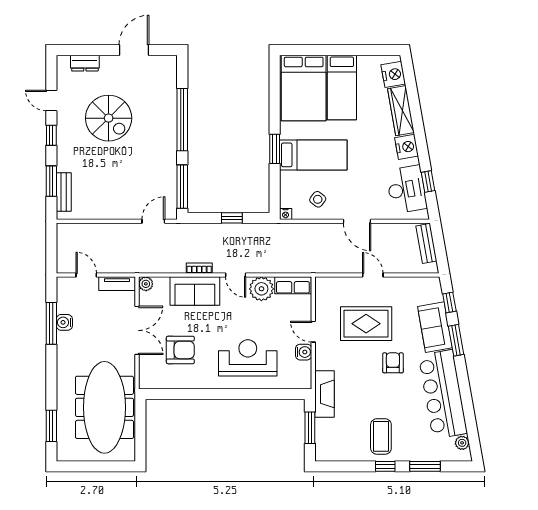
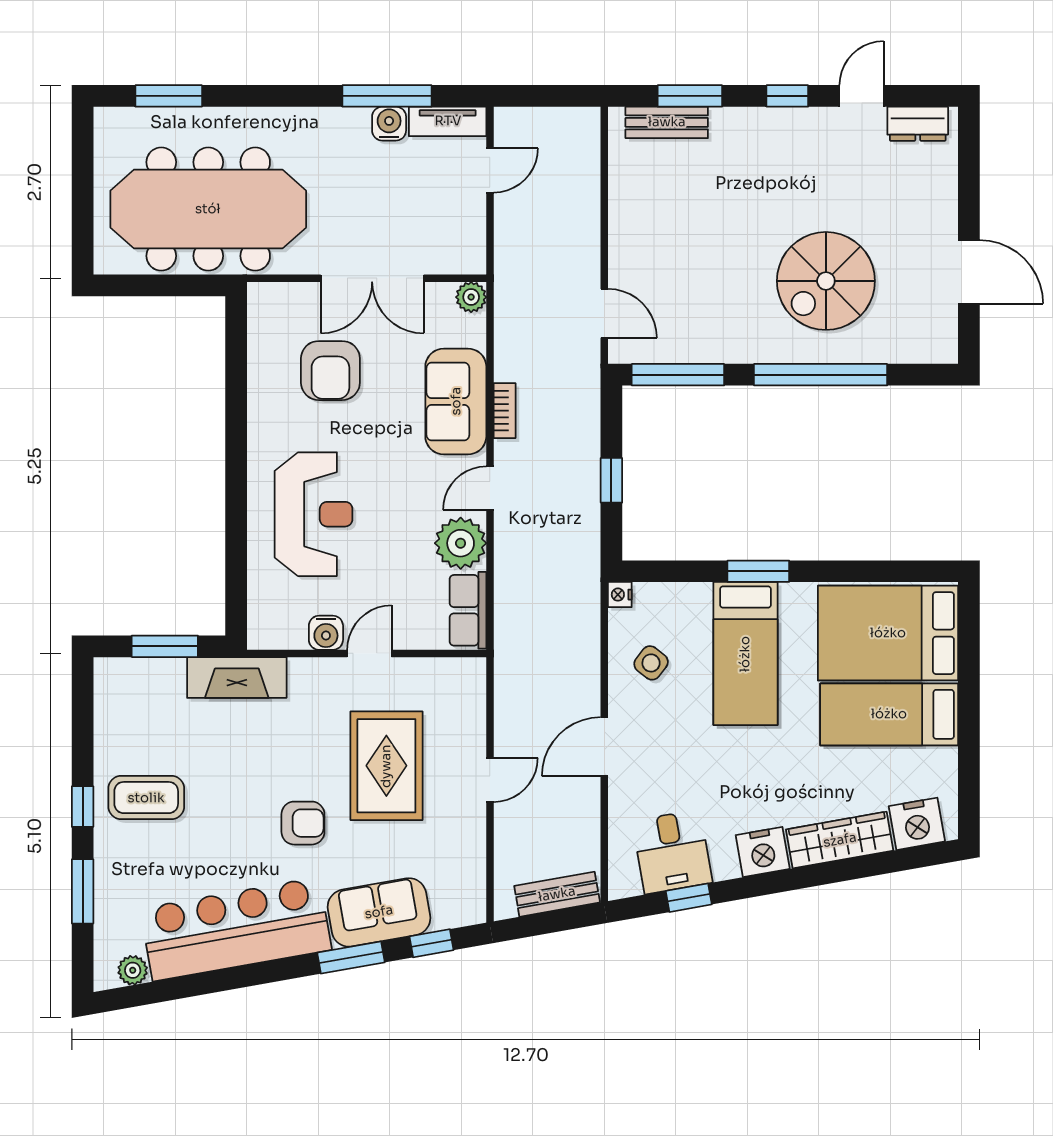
dresser: (85, 63) -> (918, 124), moved, turned -90
spiral stairs: (109, 118) -> (826, 281), moved
desk: (406, 189) -> (672, 852), width x0.73
tv unit: (117, 284) -> (448, 121), moved, turned -90

